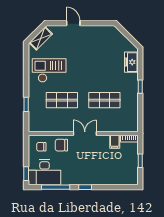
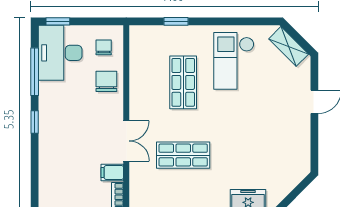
checkout: (49, 70) -> (234, 61), turned 180
shop shelf: (104, 100) -> (183, 155), turned 90
double door: (85, 133) -> (126, 141), moved

